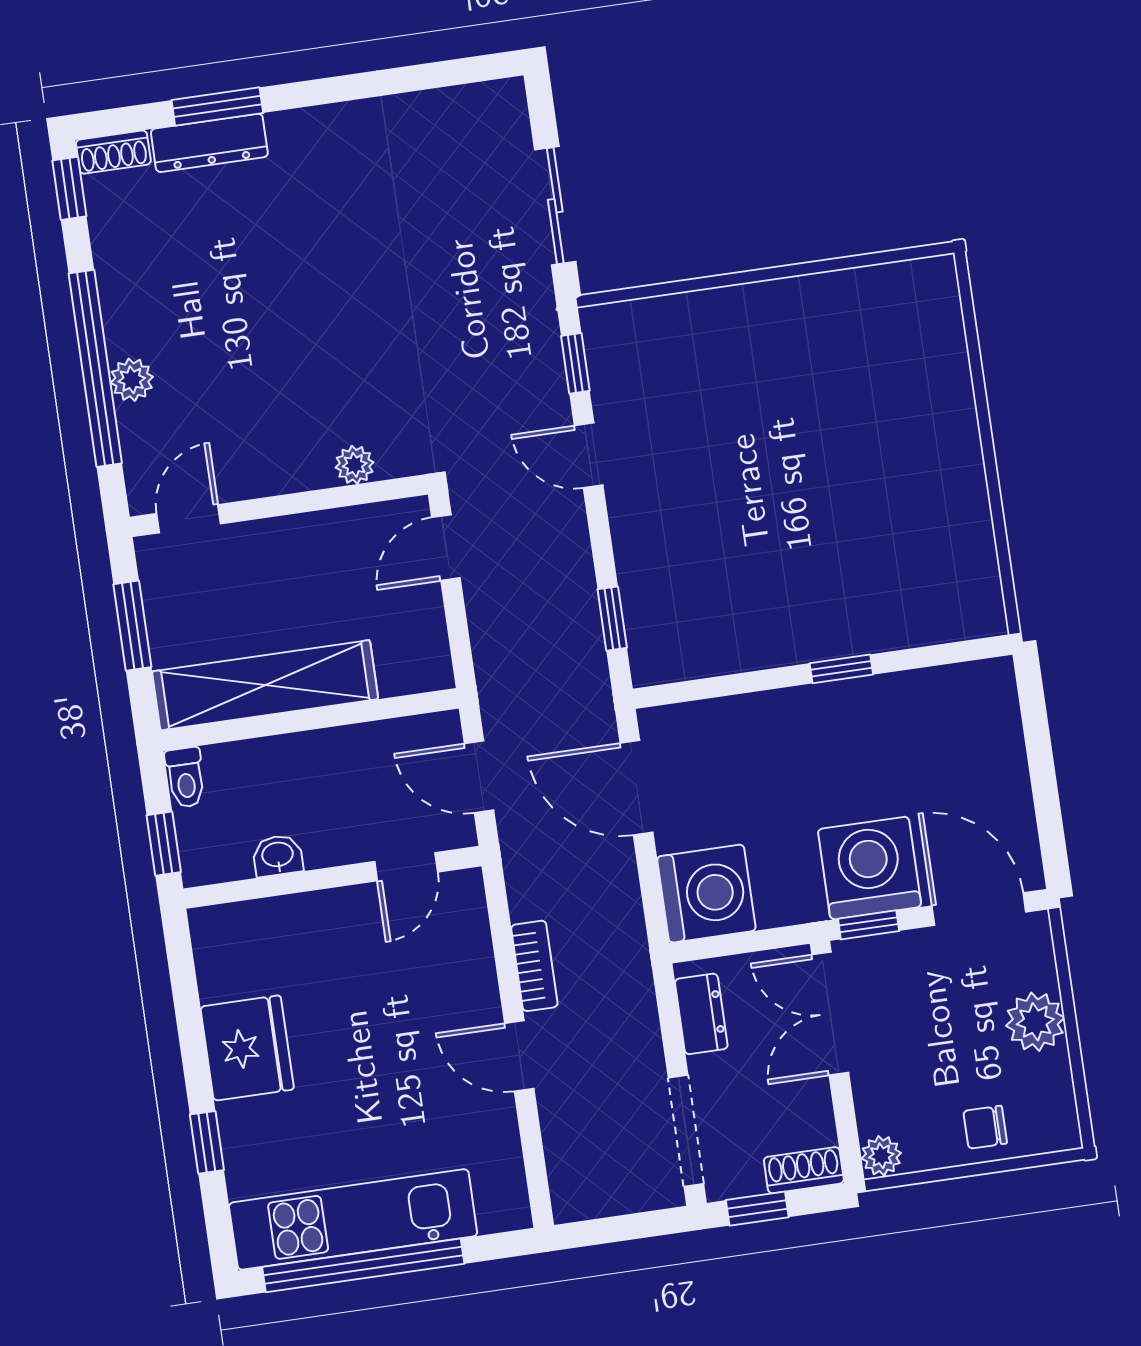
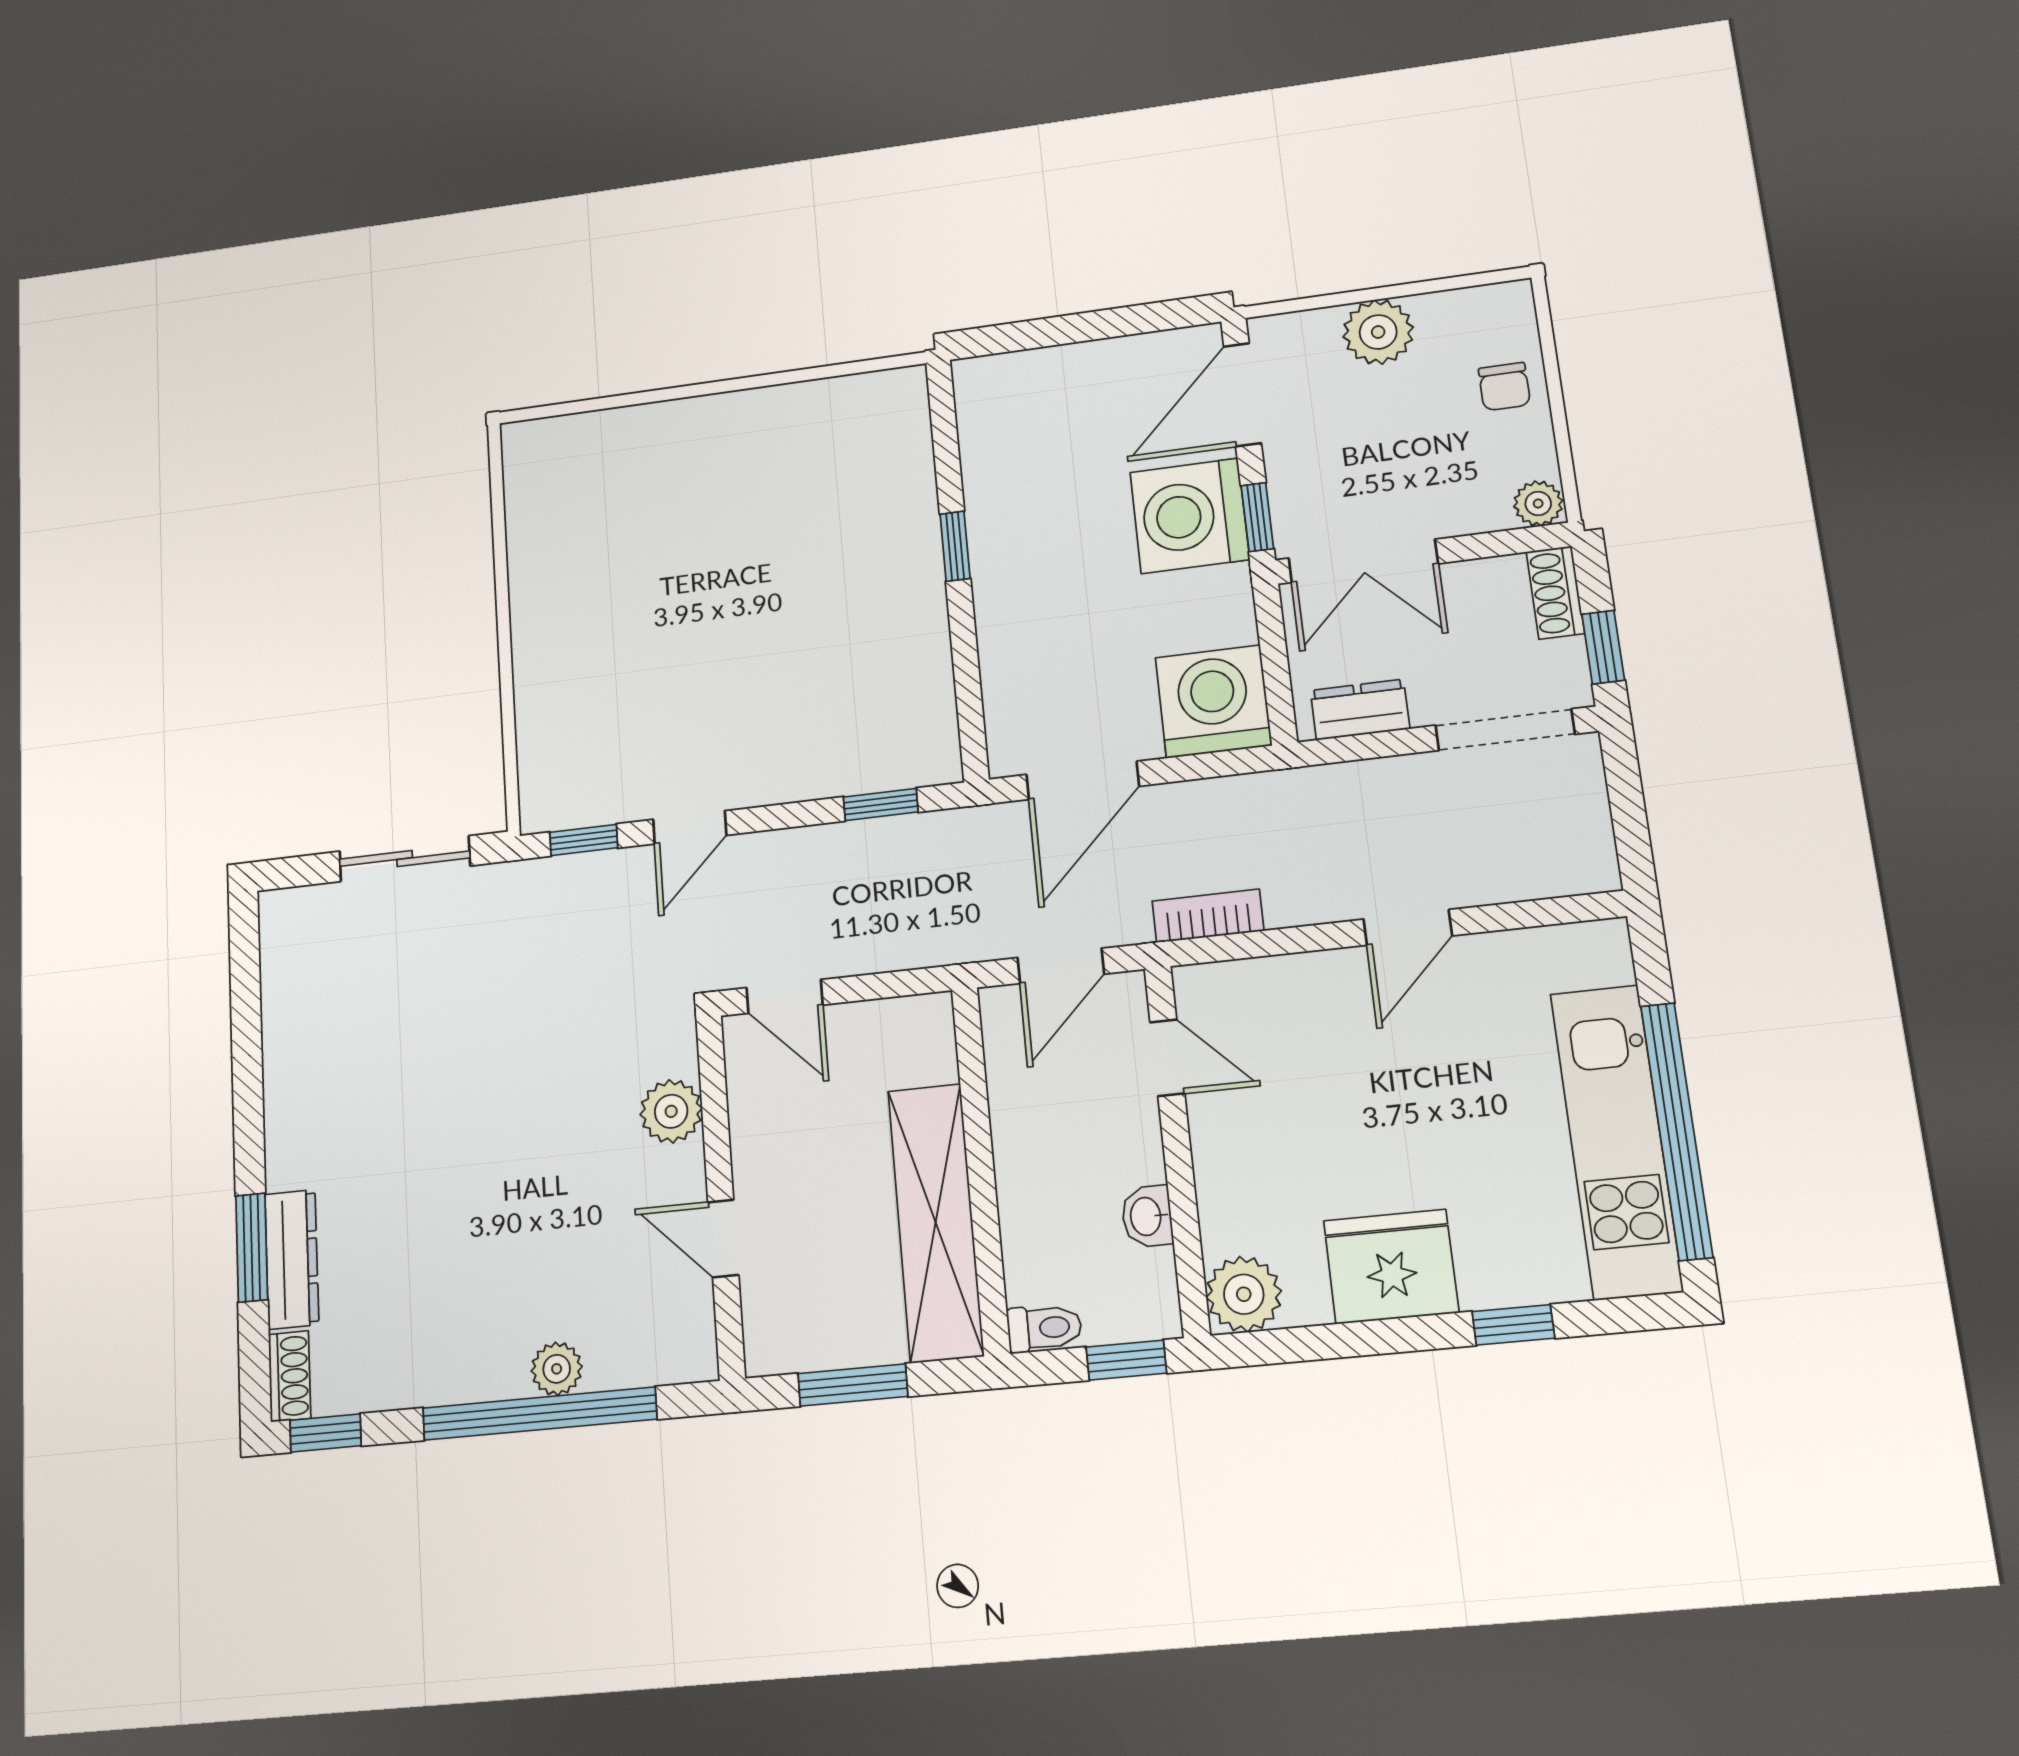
plant: (355, 465) -> (671, 1111), width x1.38, depth x1.38
door: (189, 519) -> (723, 1238), moved
plant: (220, 934) -> (1244, 1294), added
bookcase: (534, 966) -> (1208, 916), moved

